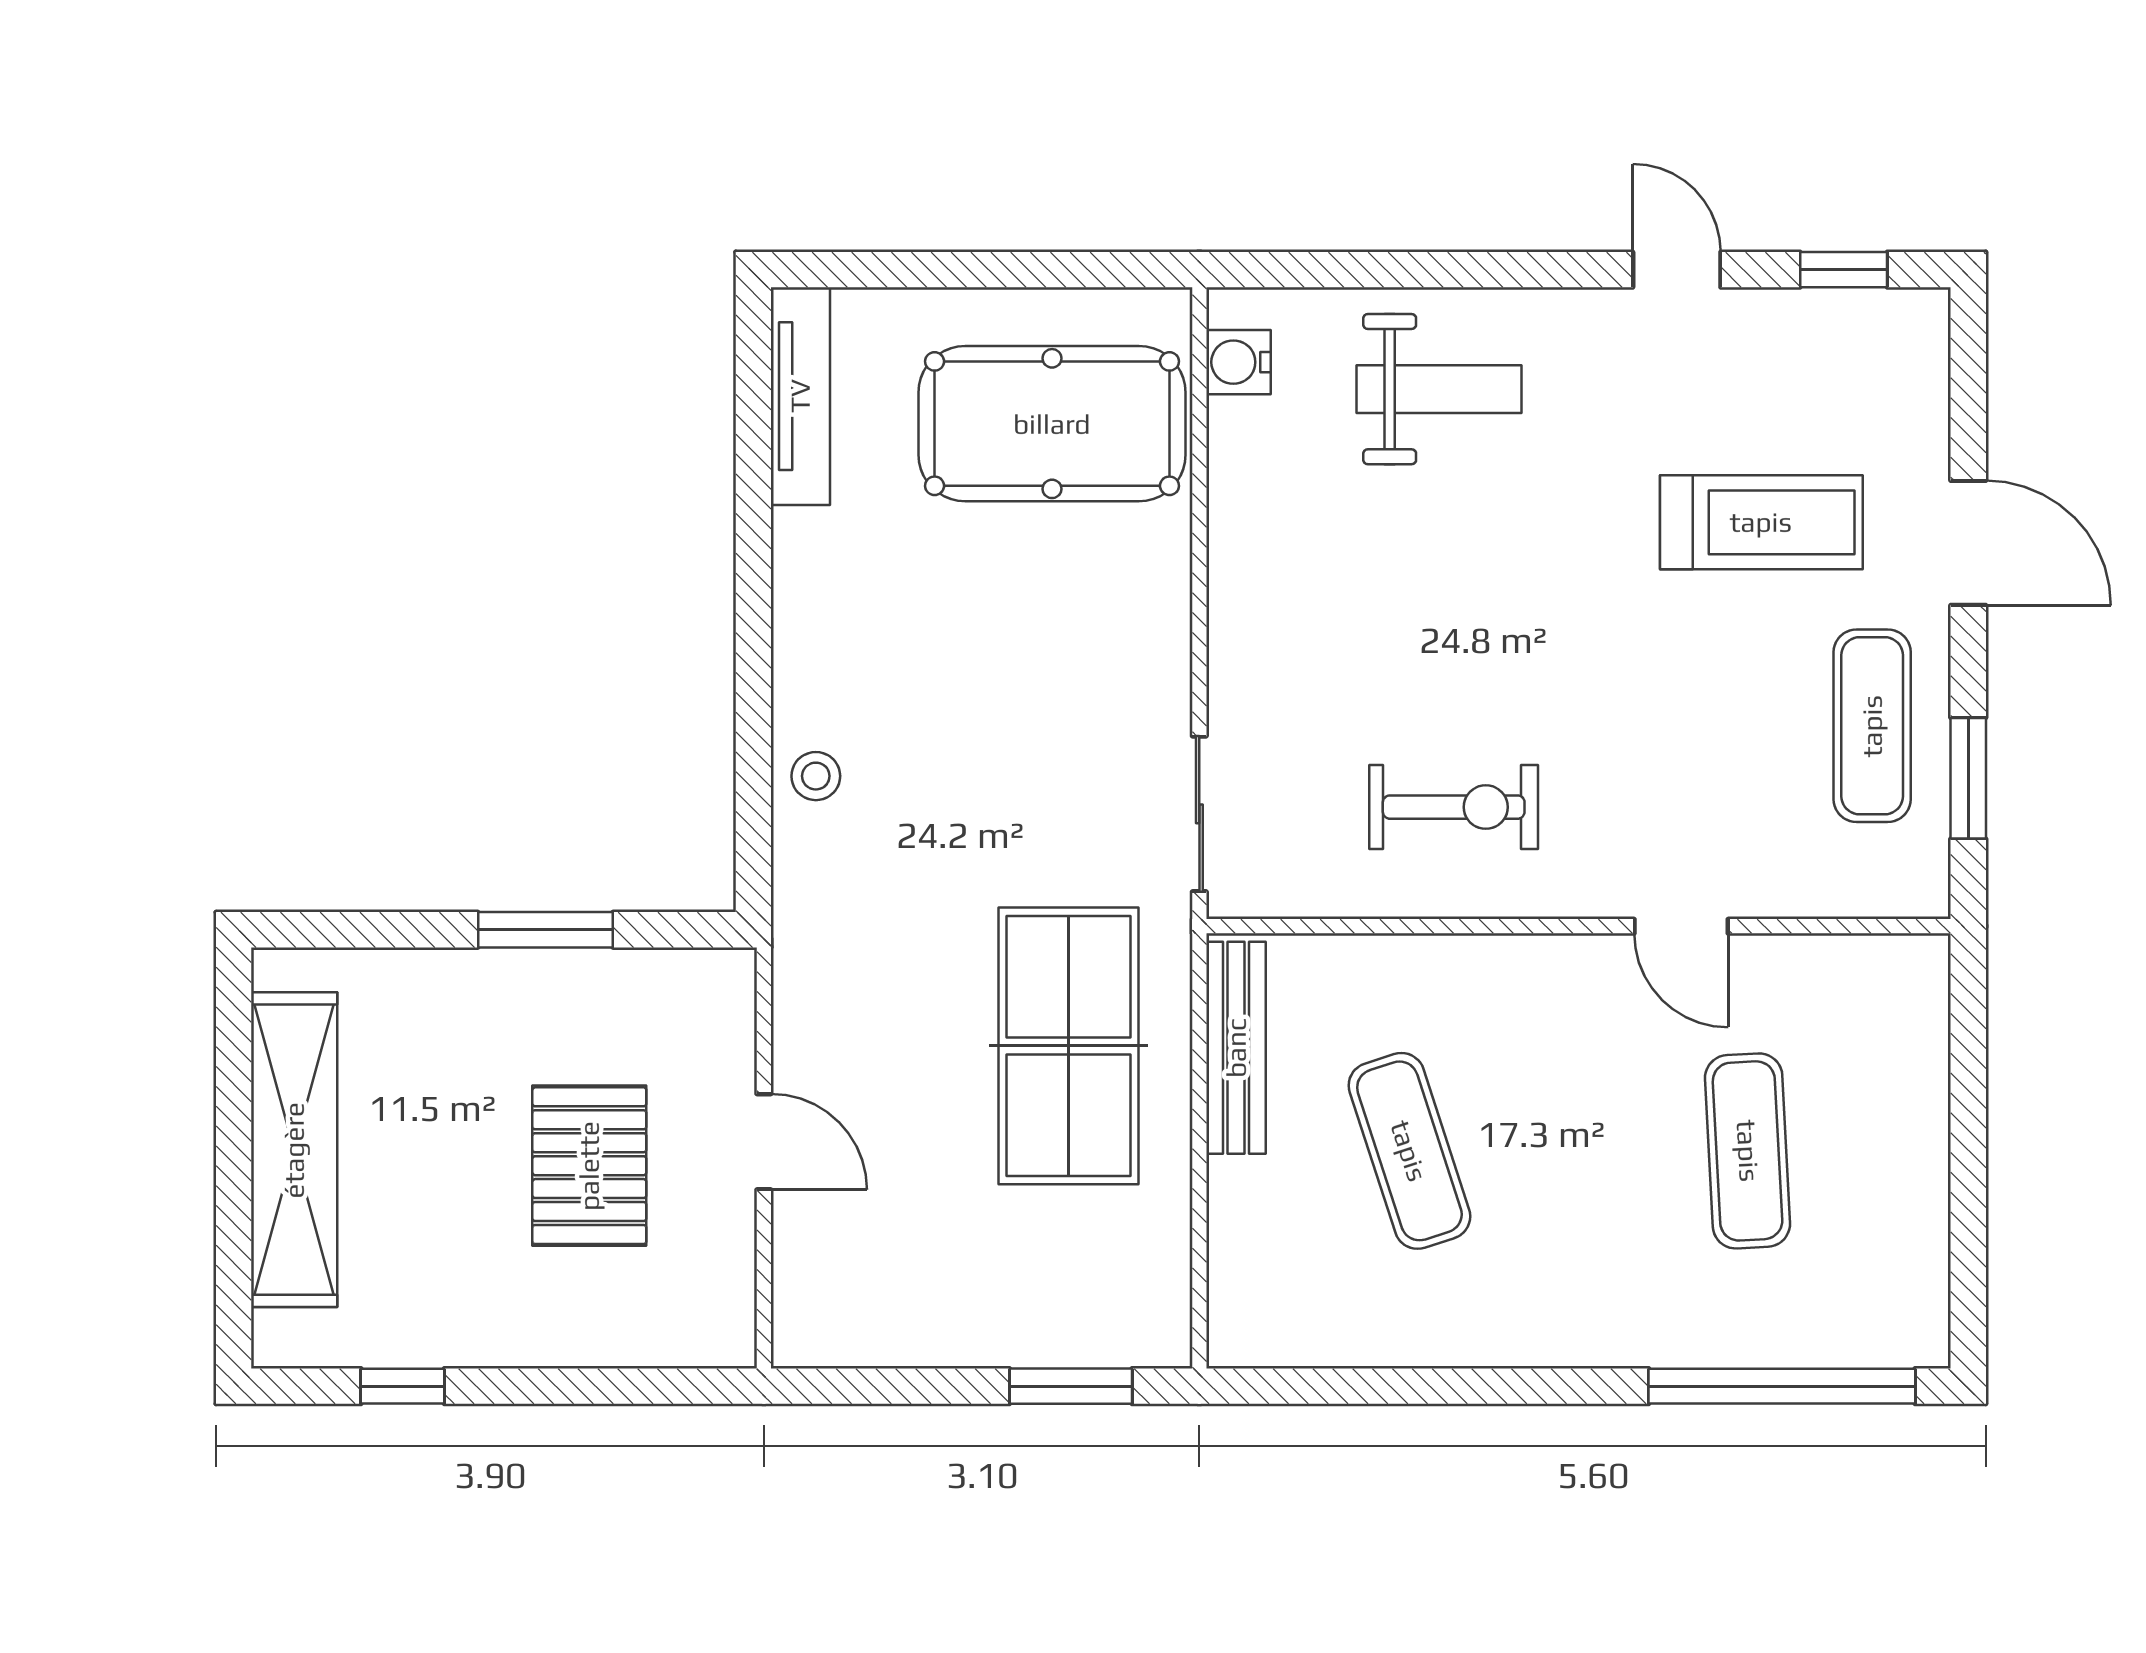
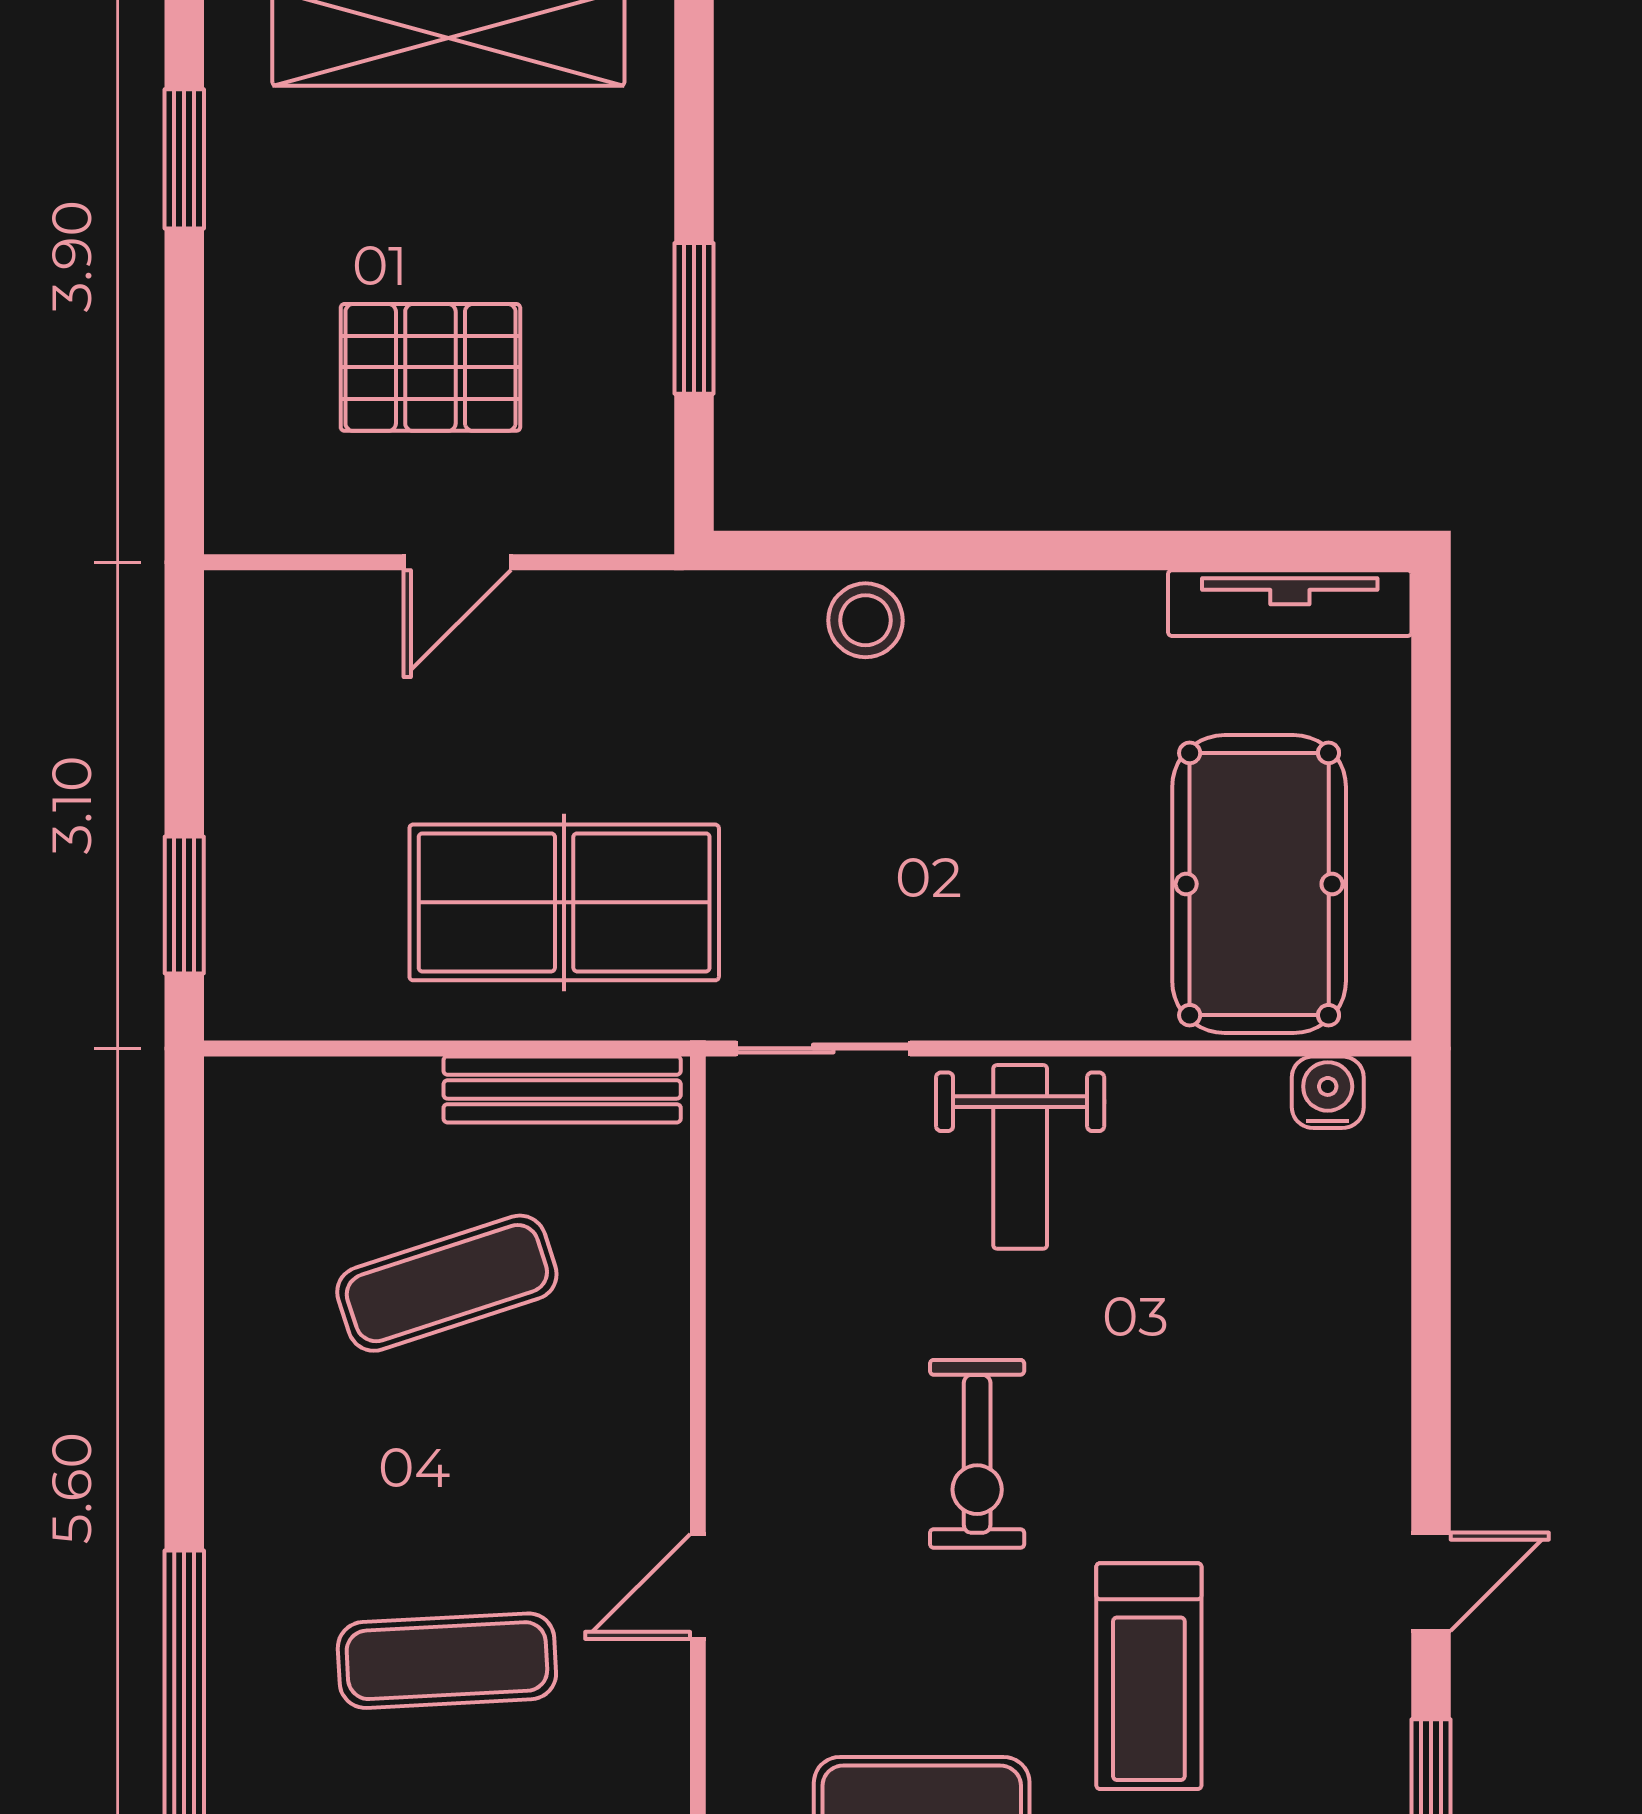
weight bench: (1439, 389) -> (1020, 1157), moved
stool: (816, 776) -> (865, 620), width x1.37, depth x1.37
exercise bike: (1454, 807) -> (977, 1454), moved
window: (403, 1386) -> (184, 159), width x1.50

